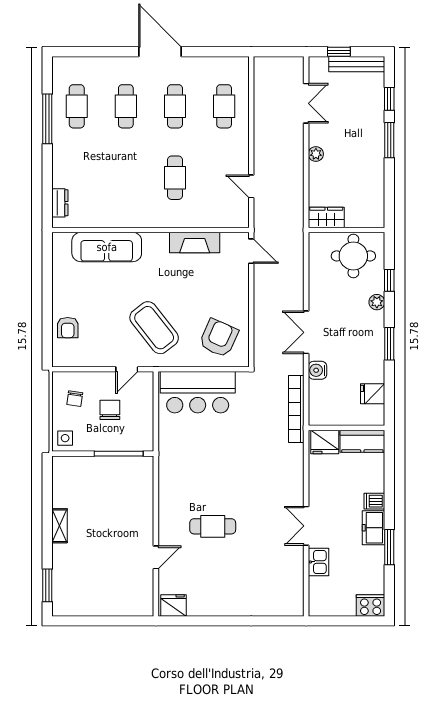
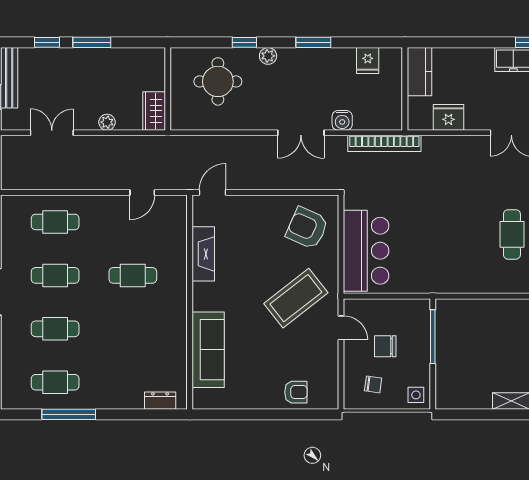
wardrobe: (326, 217) -> (154, 111), moved
wall: (347, 230) -> (168, 89), moved
fridge: (325, 442) -> (448, 117), moved, turned -90
dishwasher: (374, 501) -> (484, 59), removed

